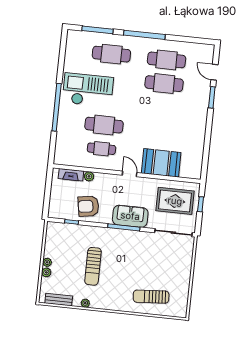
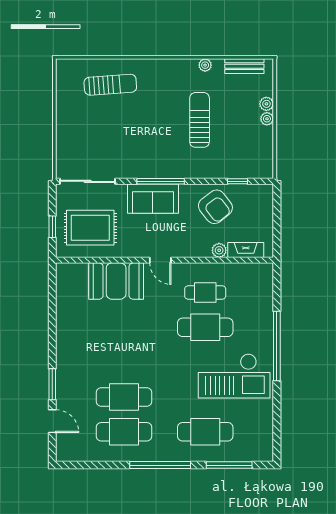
armchair: (88, 206) -> (215, 207), turned 61

